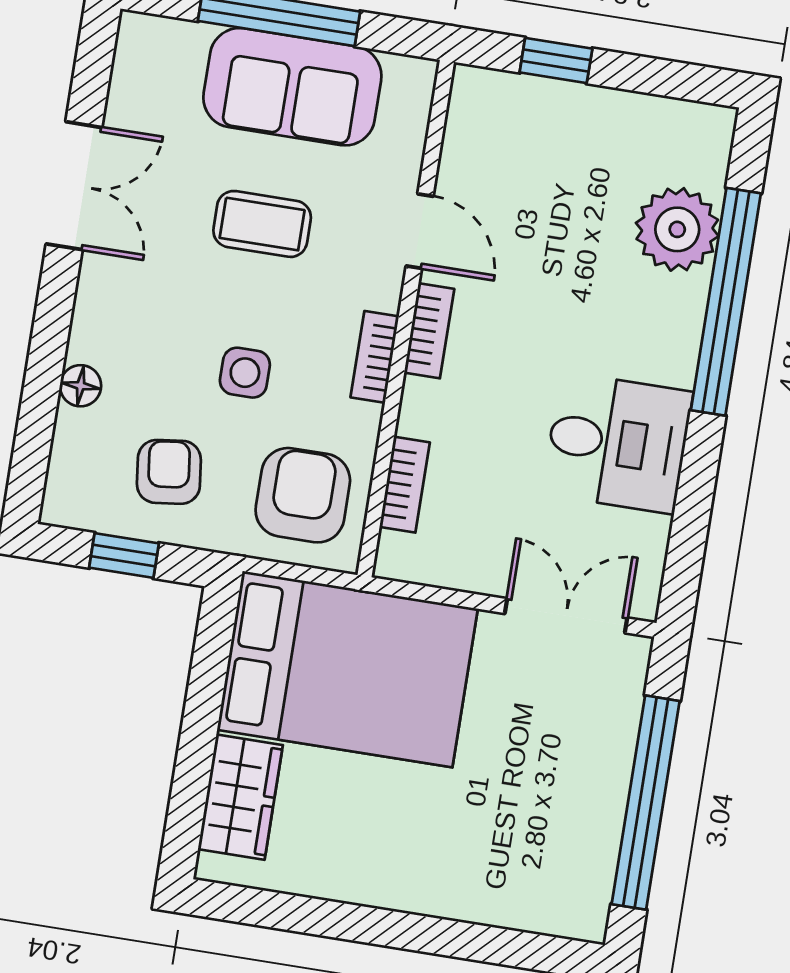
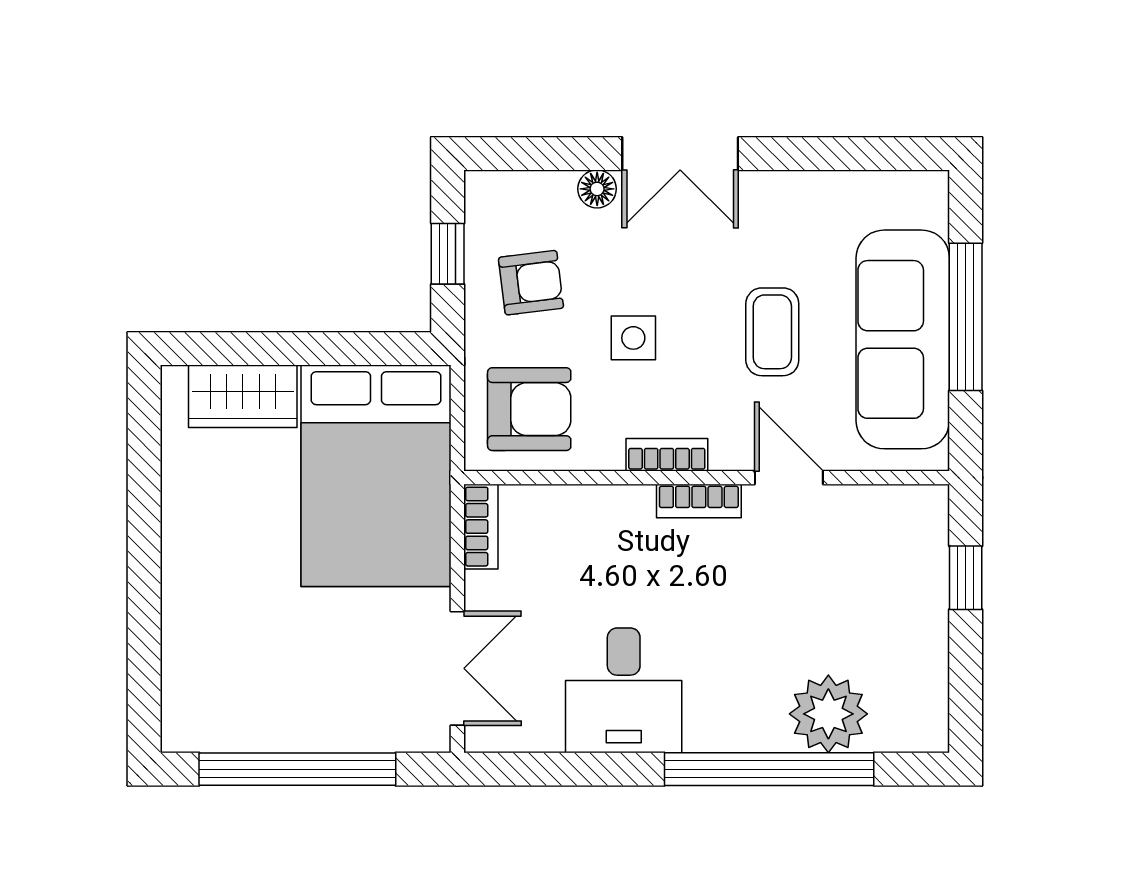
sofa: (292, 87) -> (903, 339), width x1.36
double door: (74, 186) -> (680, 154), moved
door: (420, 231) -> (789, 478), swing flipped
bookcase: (405, 485) -> (481, 527), moved, turned -90

